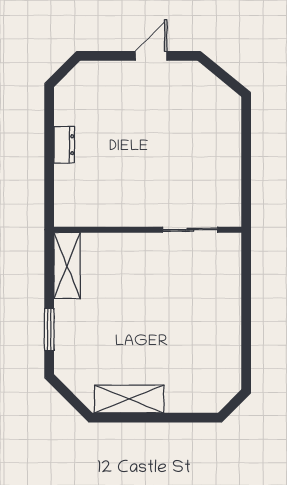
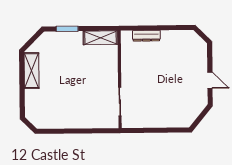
dresser: (64, 145) -> (146, 36), moved, width x1.44

